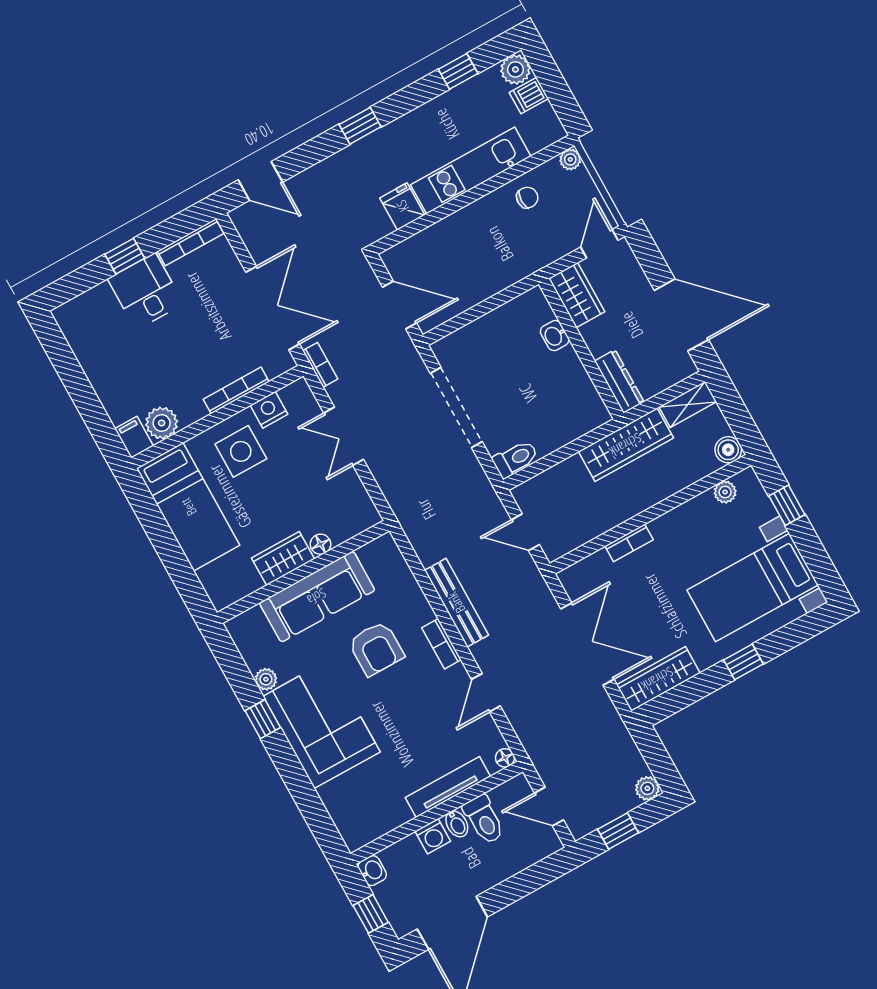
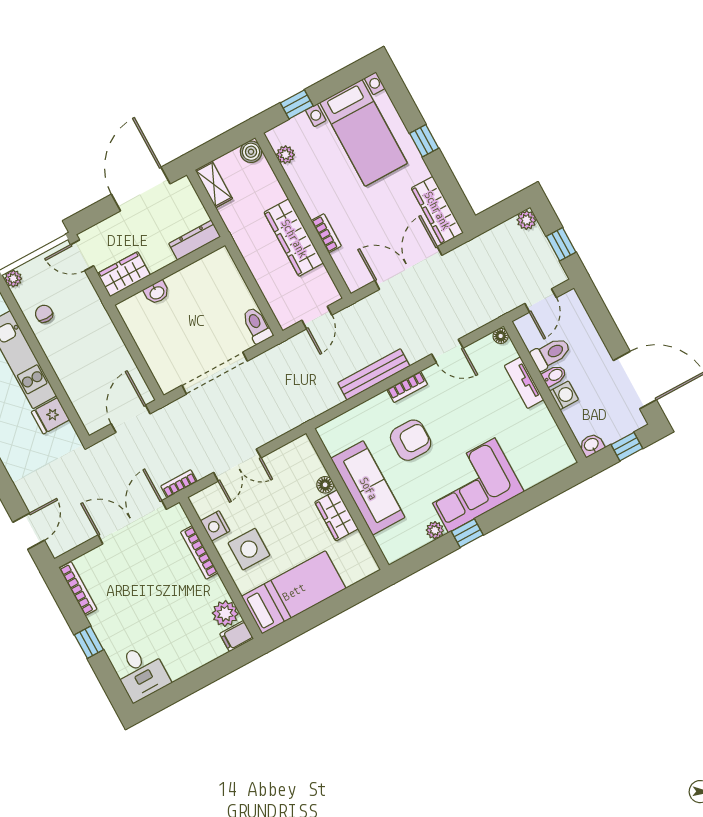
desk: (146, 291) -> (141, 672), moved, turned -90
wardrobe: (626, 445) -> (294, 238), moved, turned 180
tv unit: (448, 787) -> (524, 383), width x0.71

